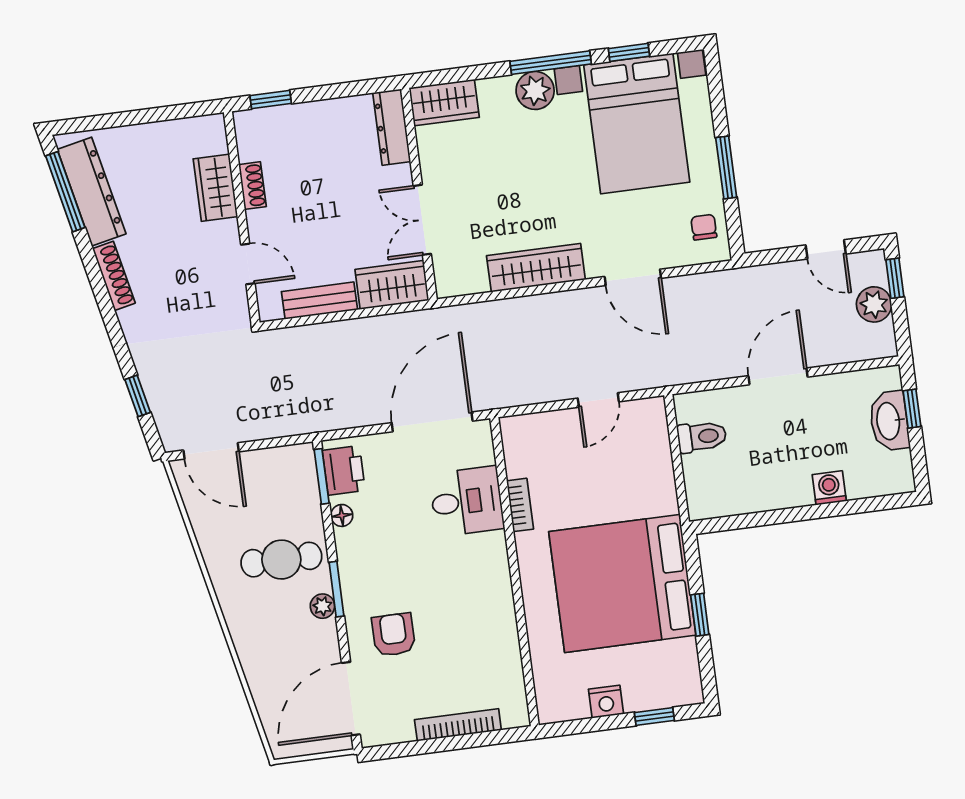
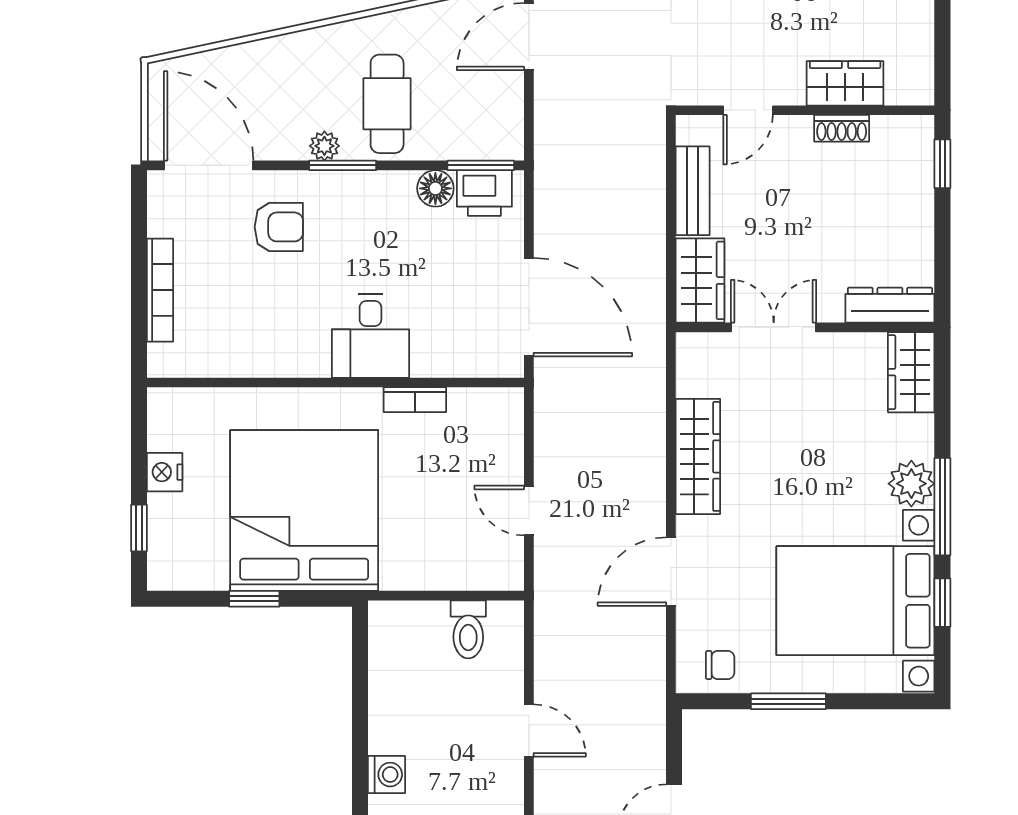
door: (778, 376) -> (529, 731), width x0.73
desk: (467, 501) -> (370, 336), moved
floor lamp: (342, 515) -> (435, 188), width x1.37, depth x1.37

